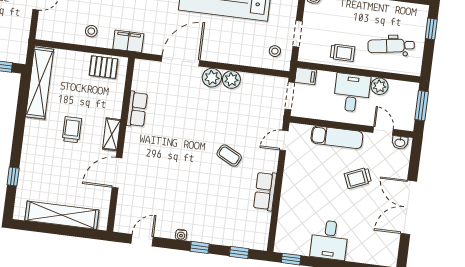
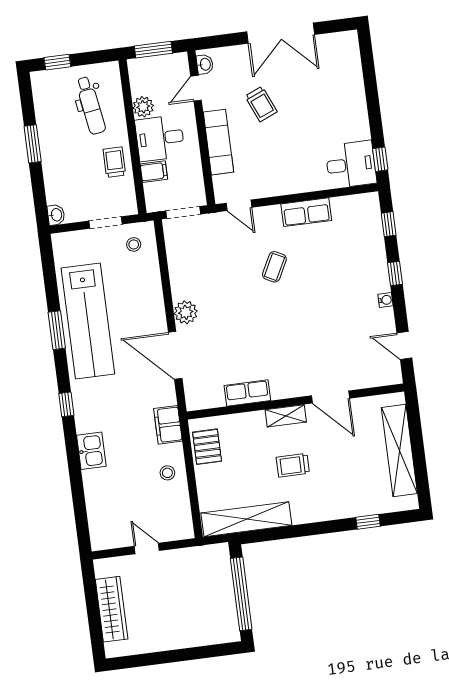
filing cabinet: (306, 76) -> (154, 172), moved, turned 90
plant: (231, 80) -> (182, 288), removed
desk: (329, 240) -> (351, 164), moved

